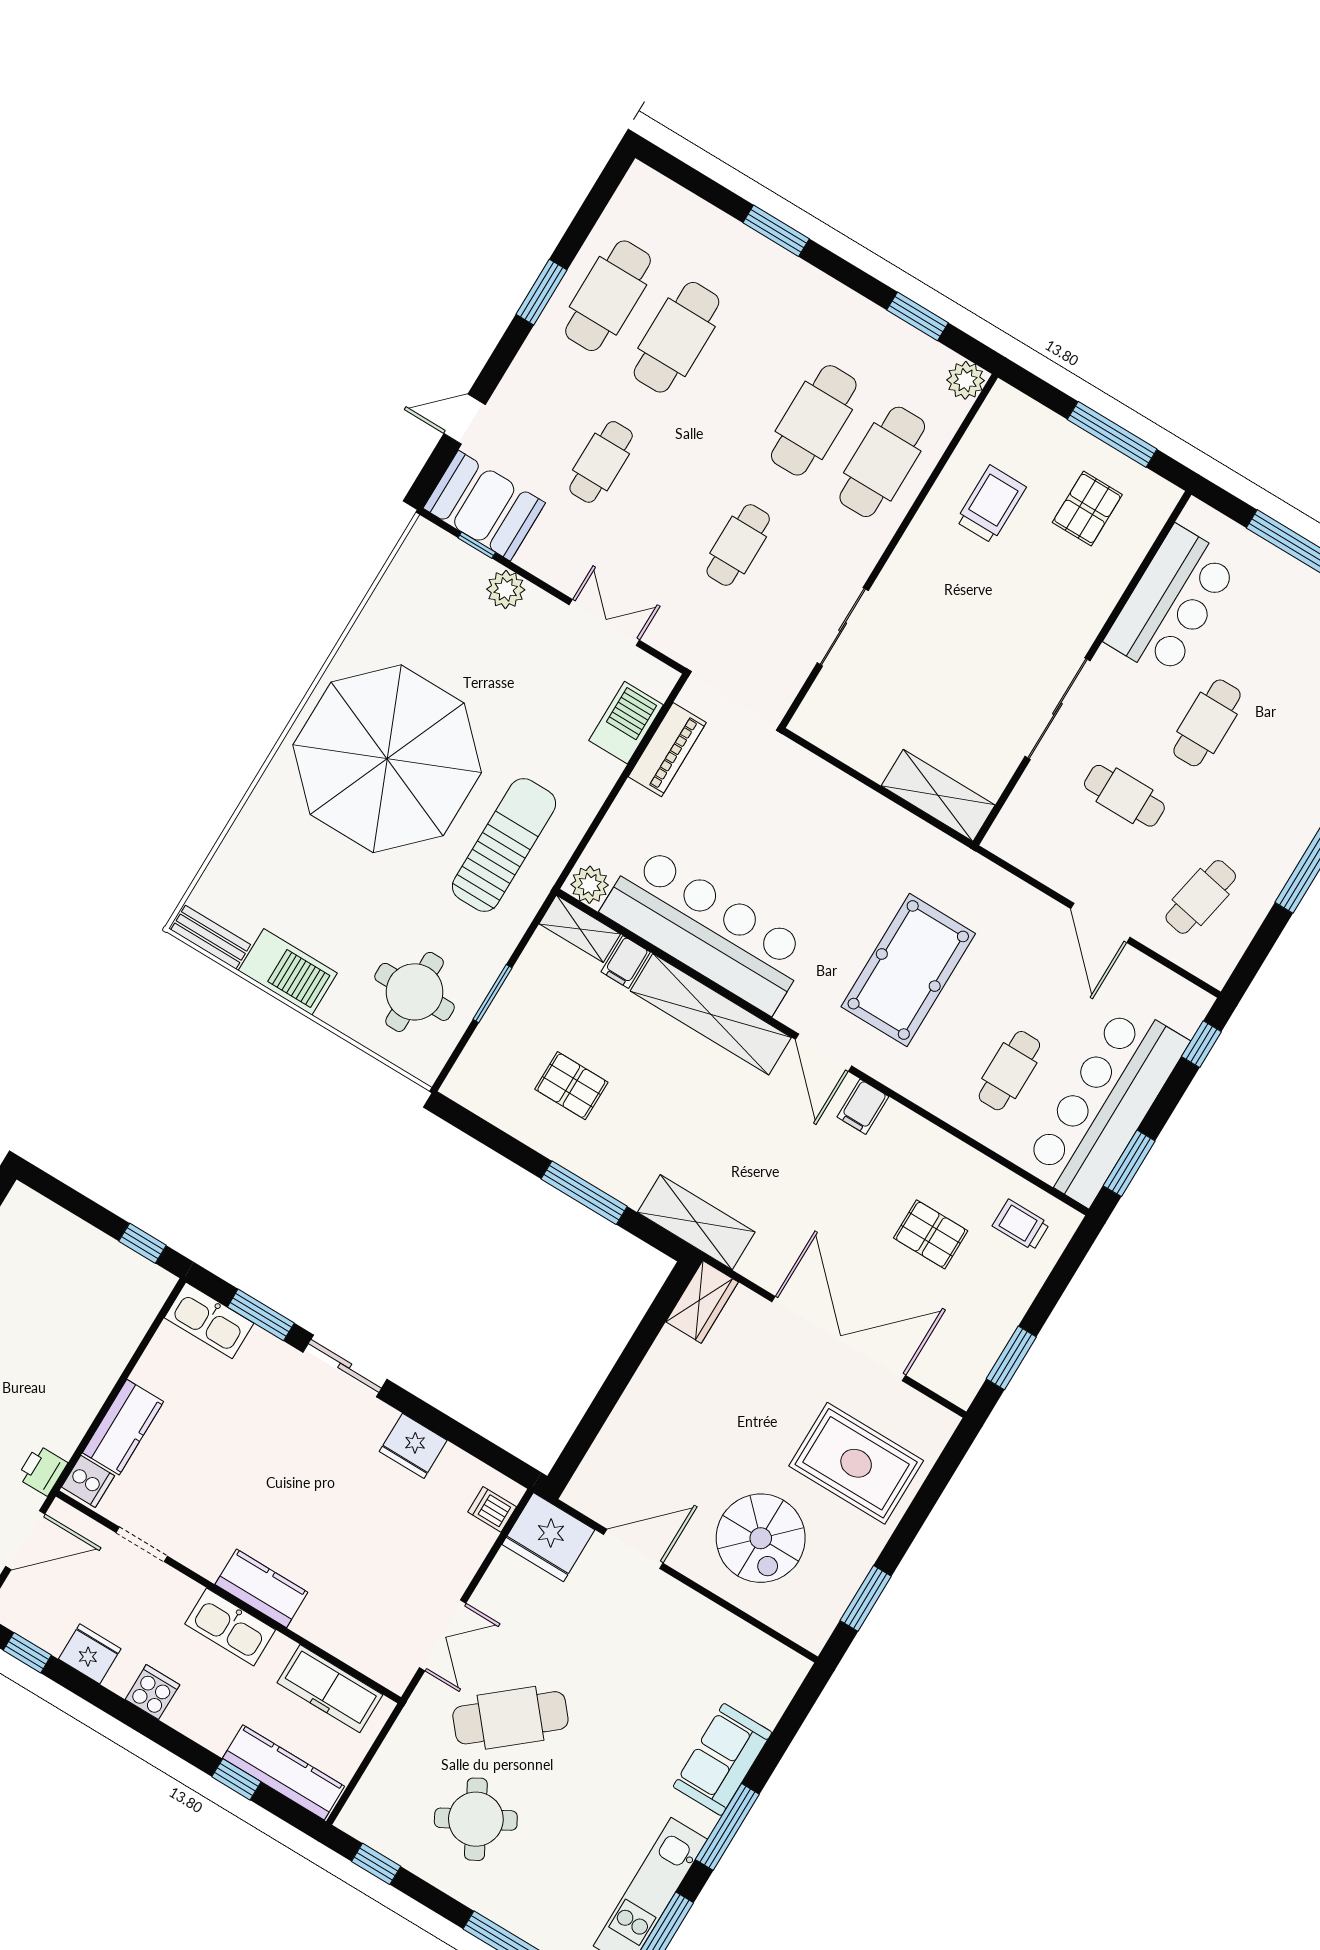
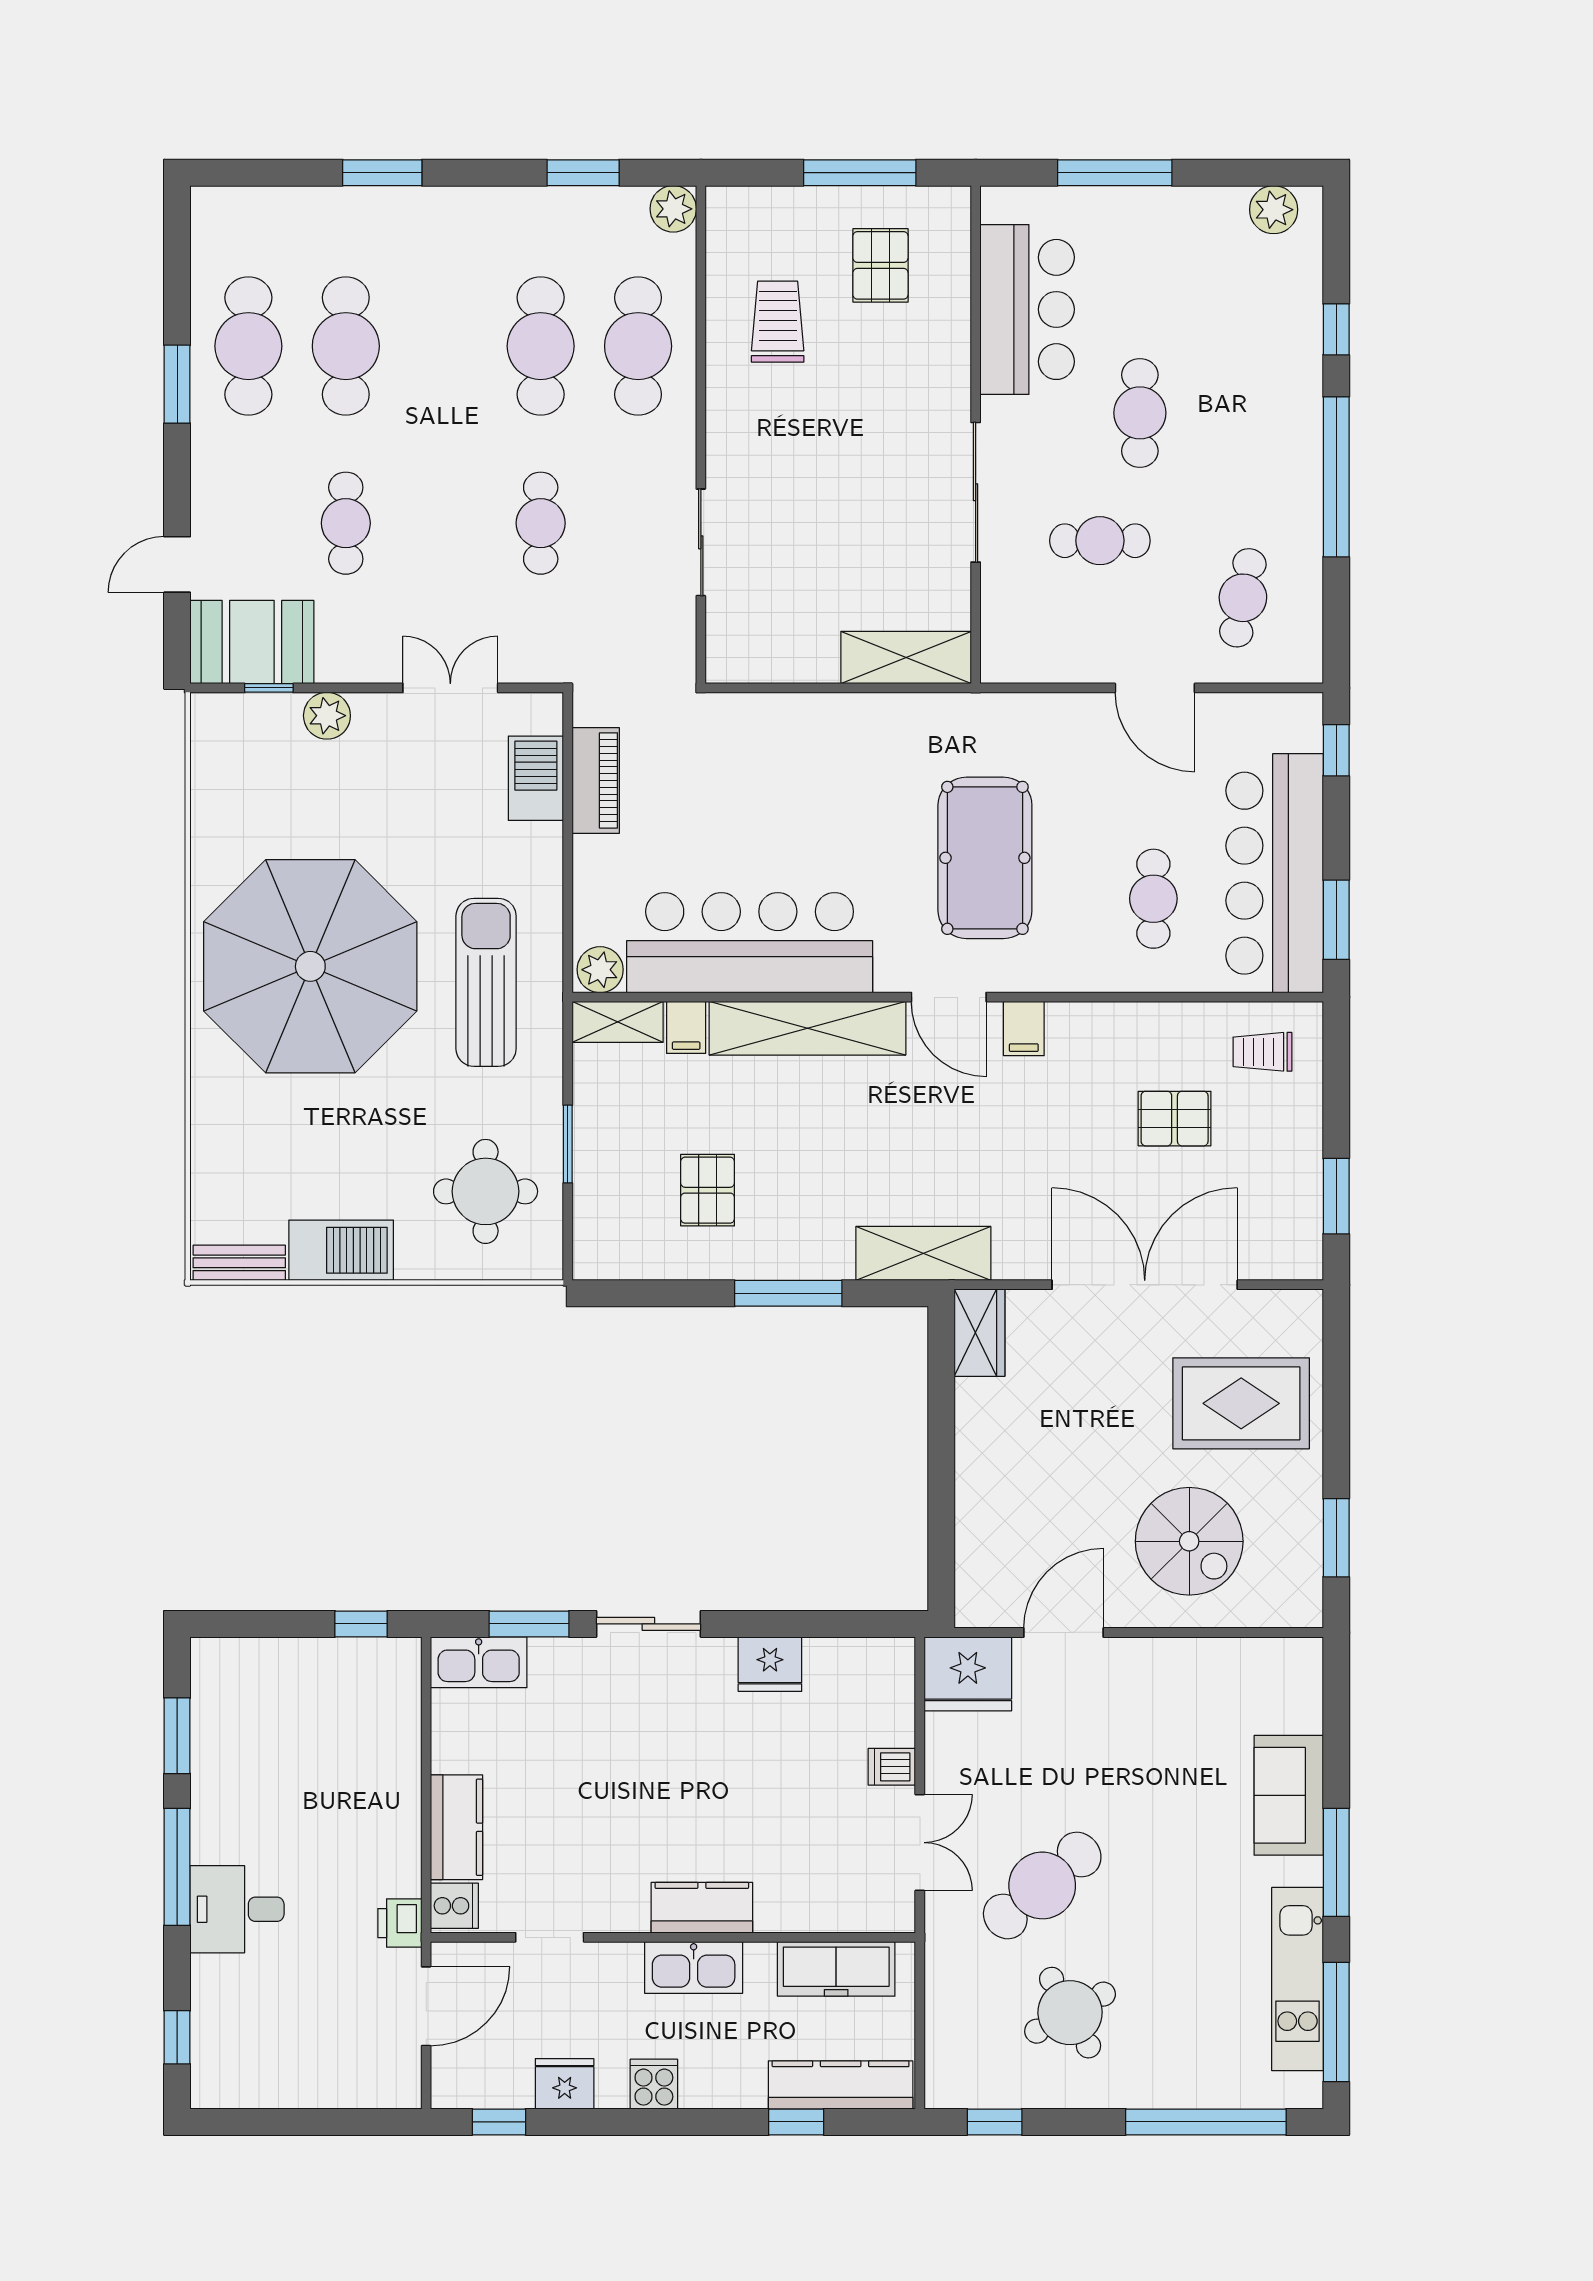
pallet: (571, 1086) -> (708, 1190), turned 90
dishwasher: (492, 1509) -> (892, 1767), moved

